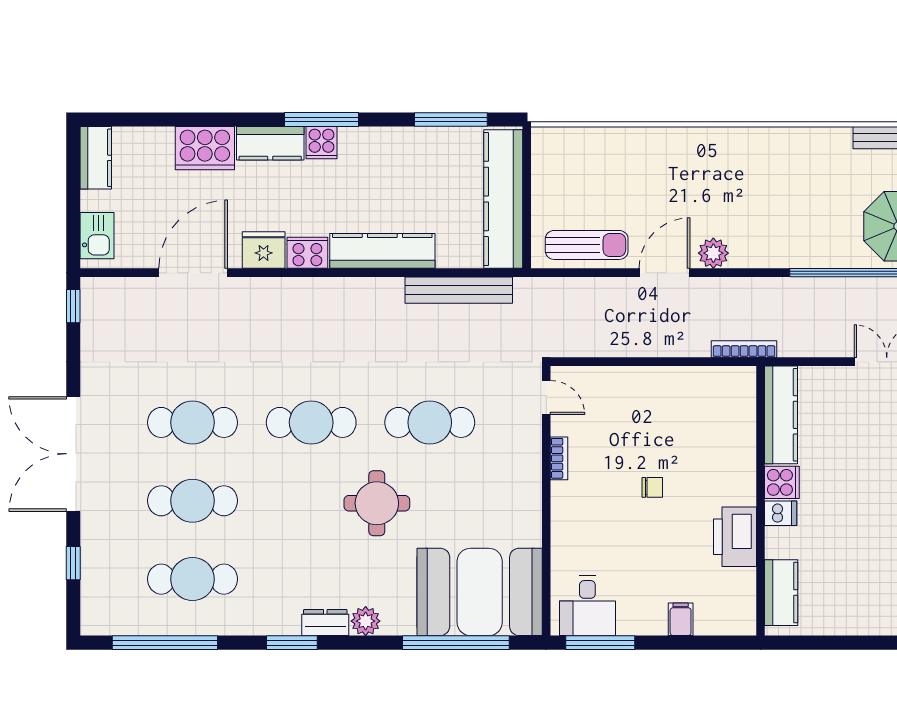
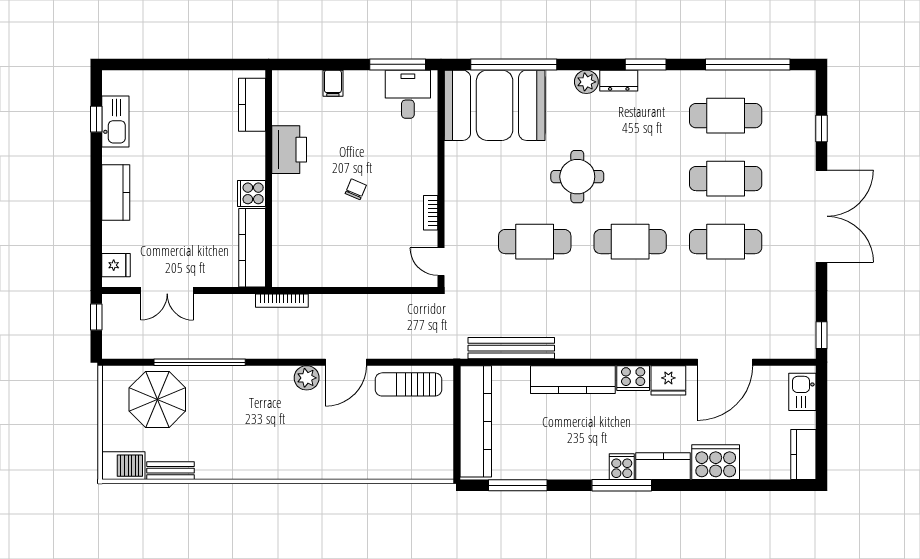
chair: (652, 487) -> (356, 189), turned 113
dishwasher: (781, 513) -> (252, 169), removed

